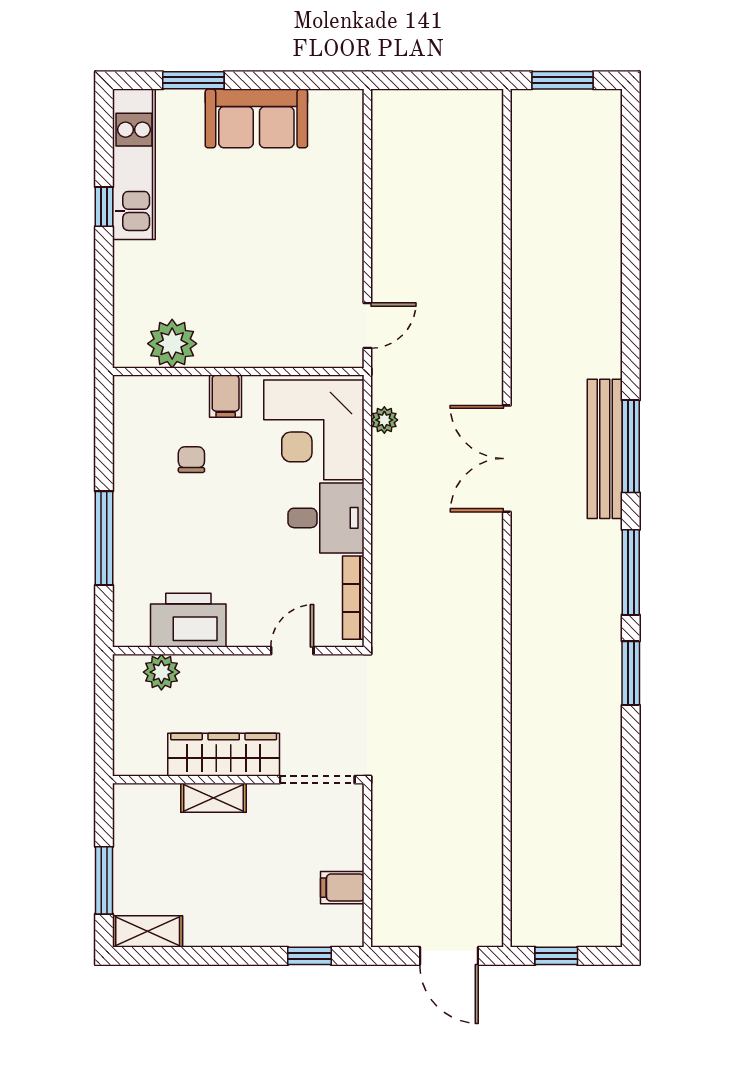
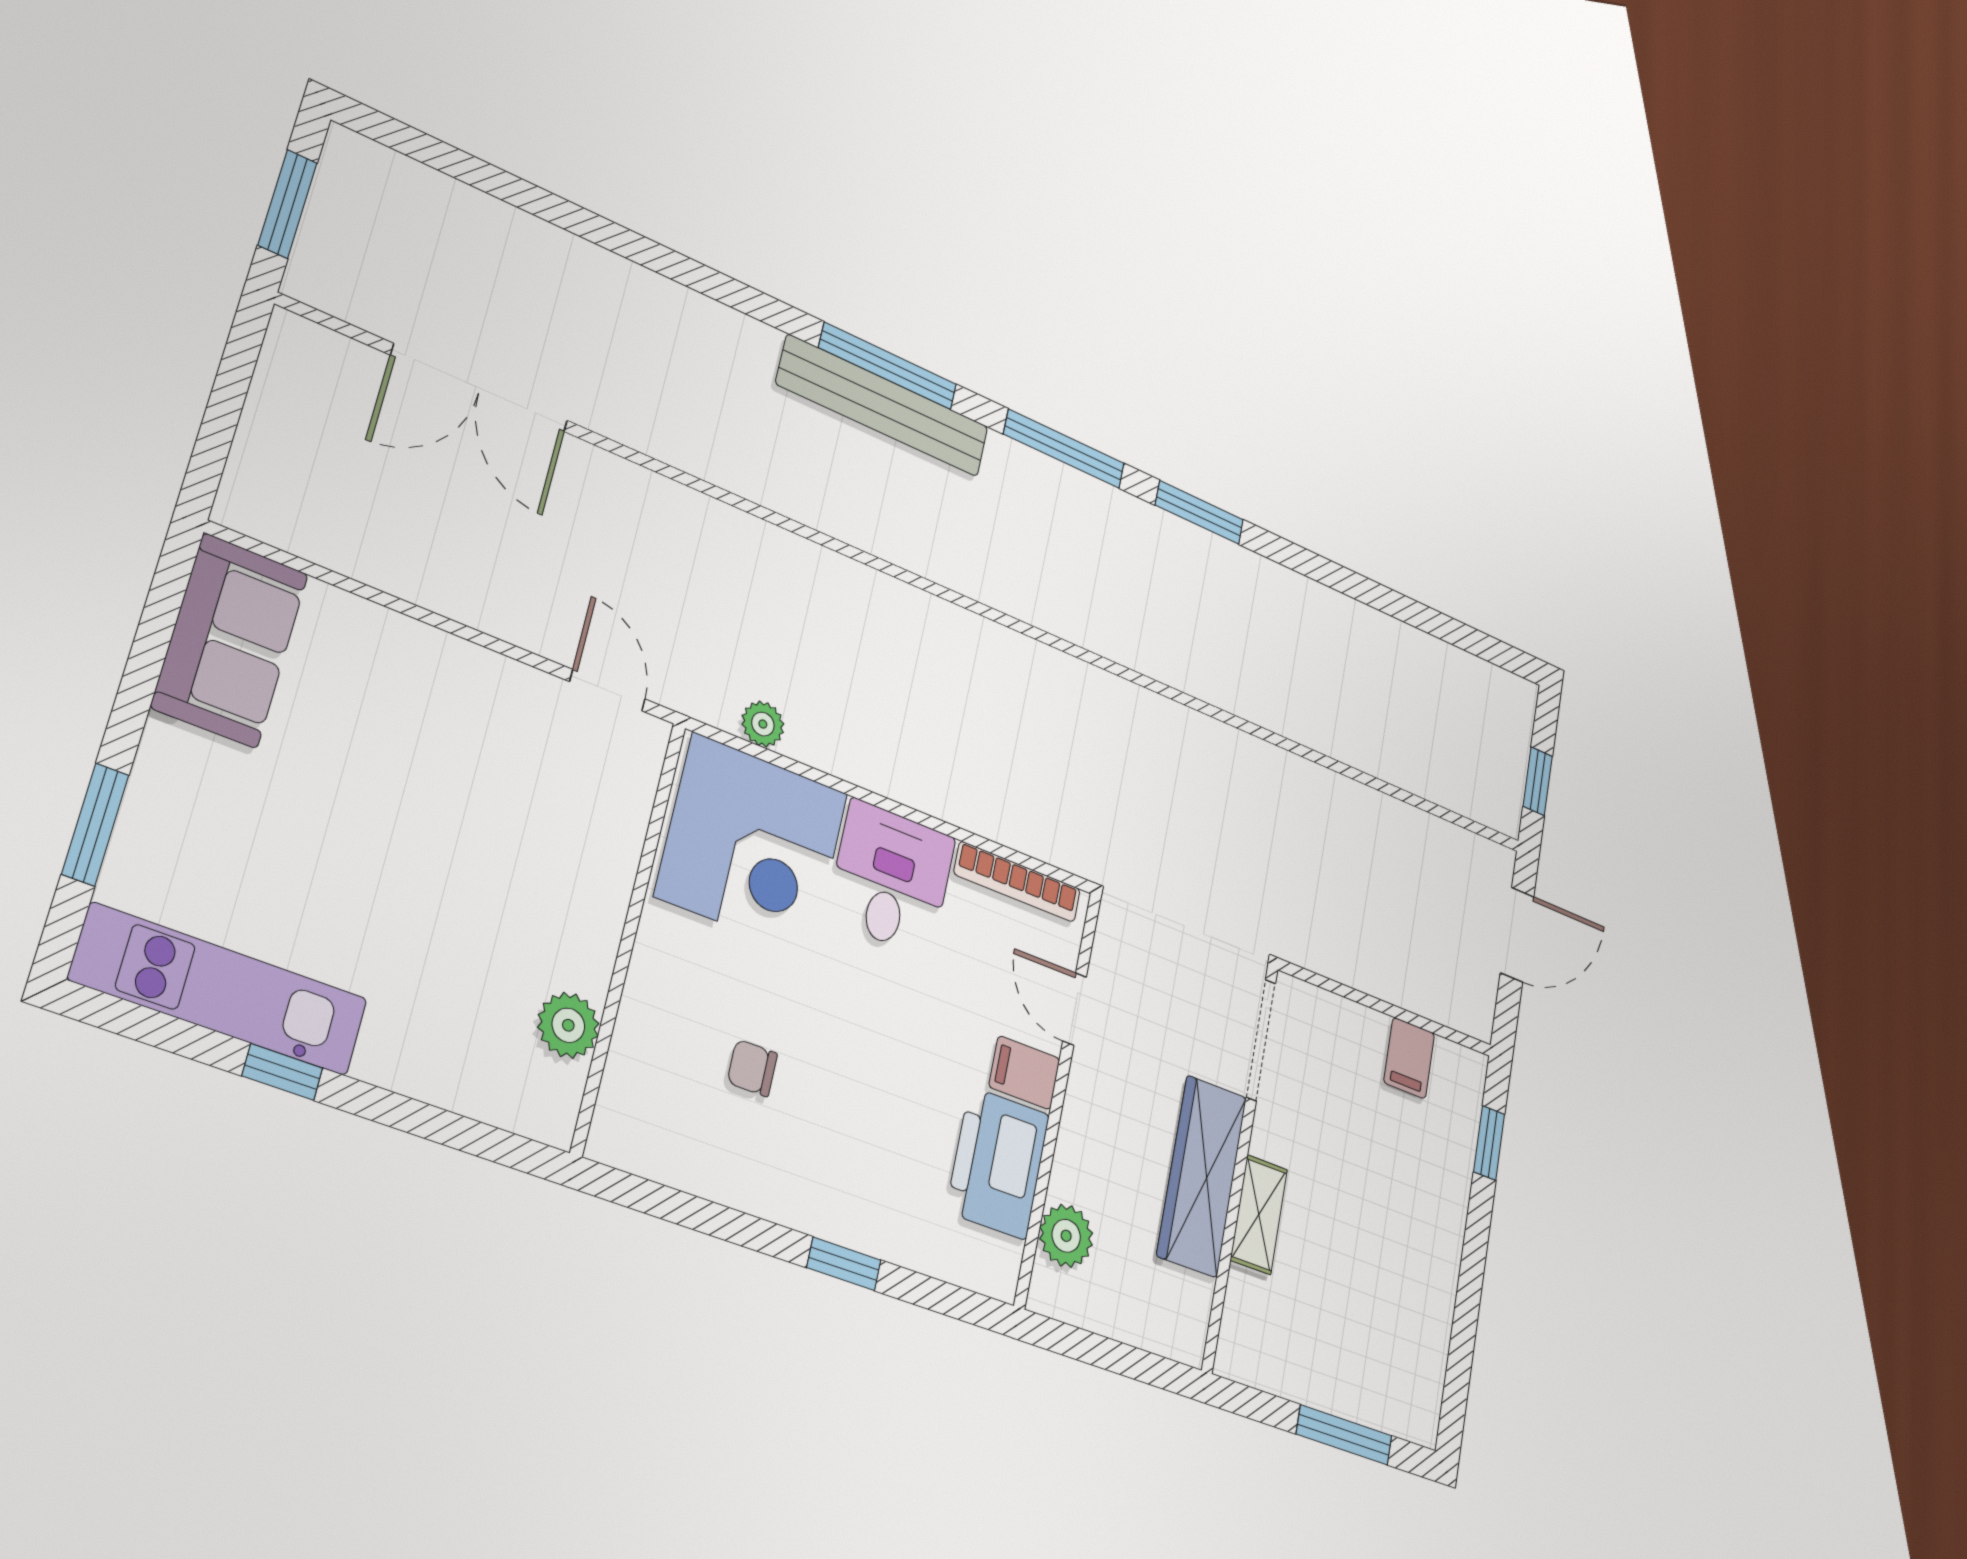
sofa: (256, 118) -> (230, 640), moved
plant: (172, 344) -> (568, 1025), width x0.73, depth x0.73
filing cabinet: (226, 396) -> (1024, 1073), moved, turned 180
double door: (507, 459) -> (480, 388), moved
window: (104, 538) -> (844, 1264), width x0.46
shelving: (148, 931) -> (1423, 1387), removed

